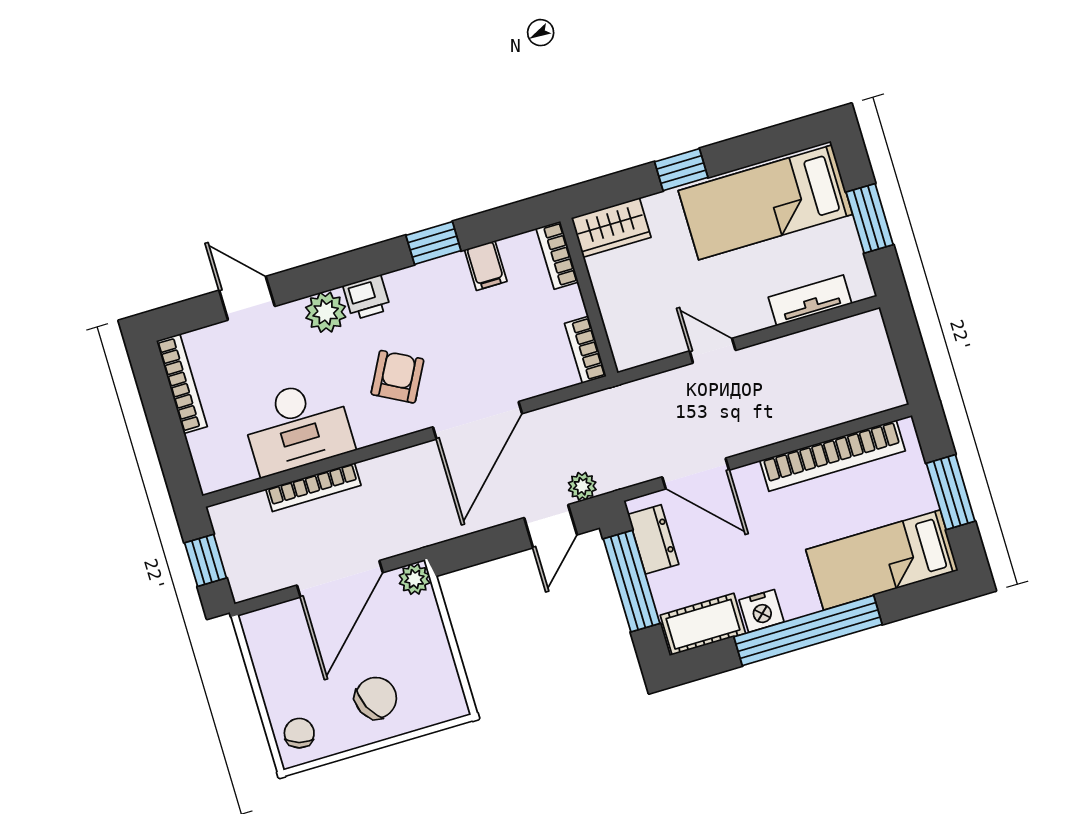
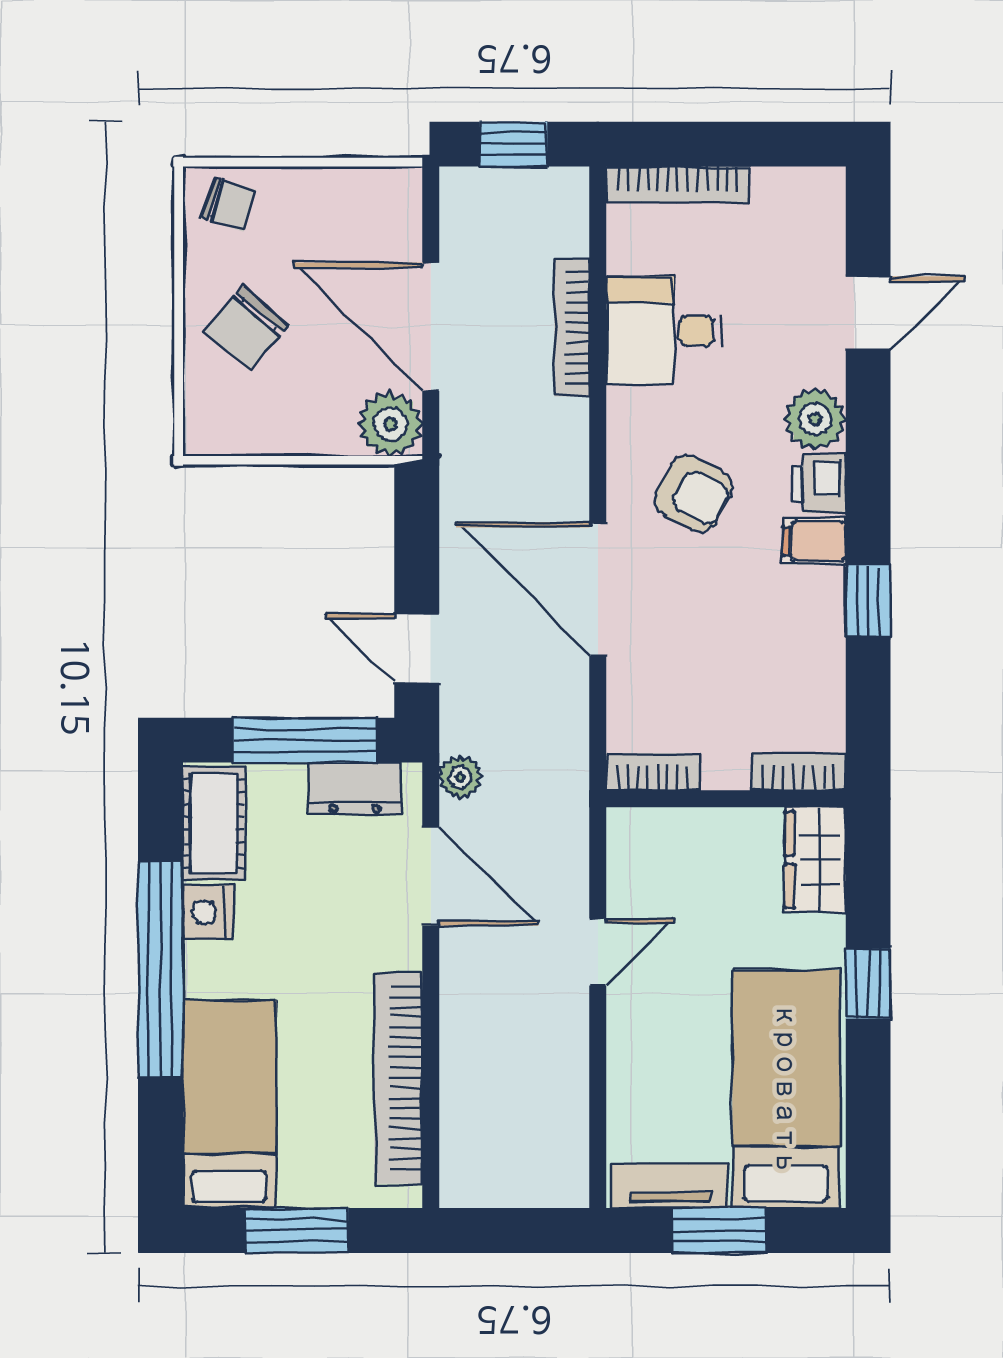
filing cabinet: (486, 265) -> (814, 541), moved
tv unit: (810, 300) -> (670, 1186), moved, turned -90
bookcase: (182, 384) -> (678, 185), moved
desk: (297, 427) -> (664, 331), width x0.73
door: (696, 474) -> (431, 876), swing flipped
plant: (582, 486) -> (460, 777), moved
plant: (414, 579) -> (390, 424), width x1.38, depth x1.38
chair: (376, 698) -> (247, 328), turned 67

